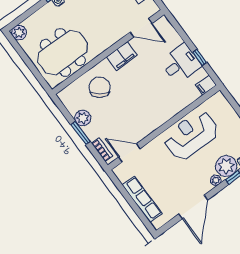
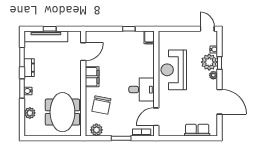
plant: (19, 33) -> (30, 113), moved
desk: (181, 63) -> (141, 90), moved, turned 90
chair: (100, 87) -> (101, 105), turned -115
plant: (83, 118) -> (96, 130), moved
row of seats: (142, 199) -> (197, 130), width x0.68

